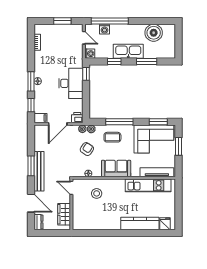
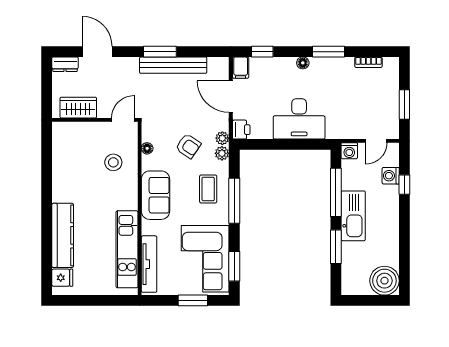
window: (110, 21) -> (404, 185), width x0.32
boiler: (154, 33) -> (384, 281), moved
window: (114, 62) -> (336, 192), width x2.17
window: (86, 74) -> (315, 144), removed
window: (31, 81) -> (329, 52), moved
bench: (39, 171) -> (173, 65), moved
door: (31, 203) -> (97, 52), swing flipped

